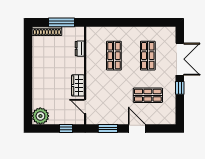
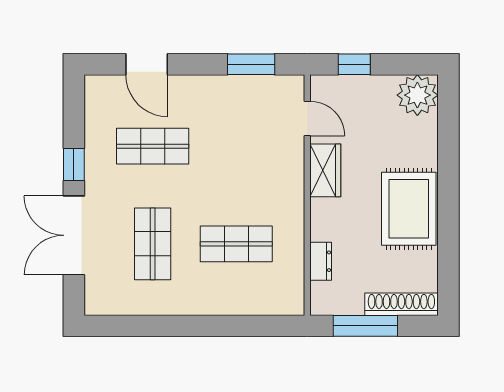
shop shelf: (114, 56) -> (236, 244), turned 90
rug: (44, 70) -> (409, 209), added
door: (137, 128) -> (147, 64), moved

